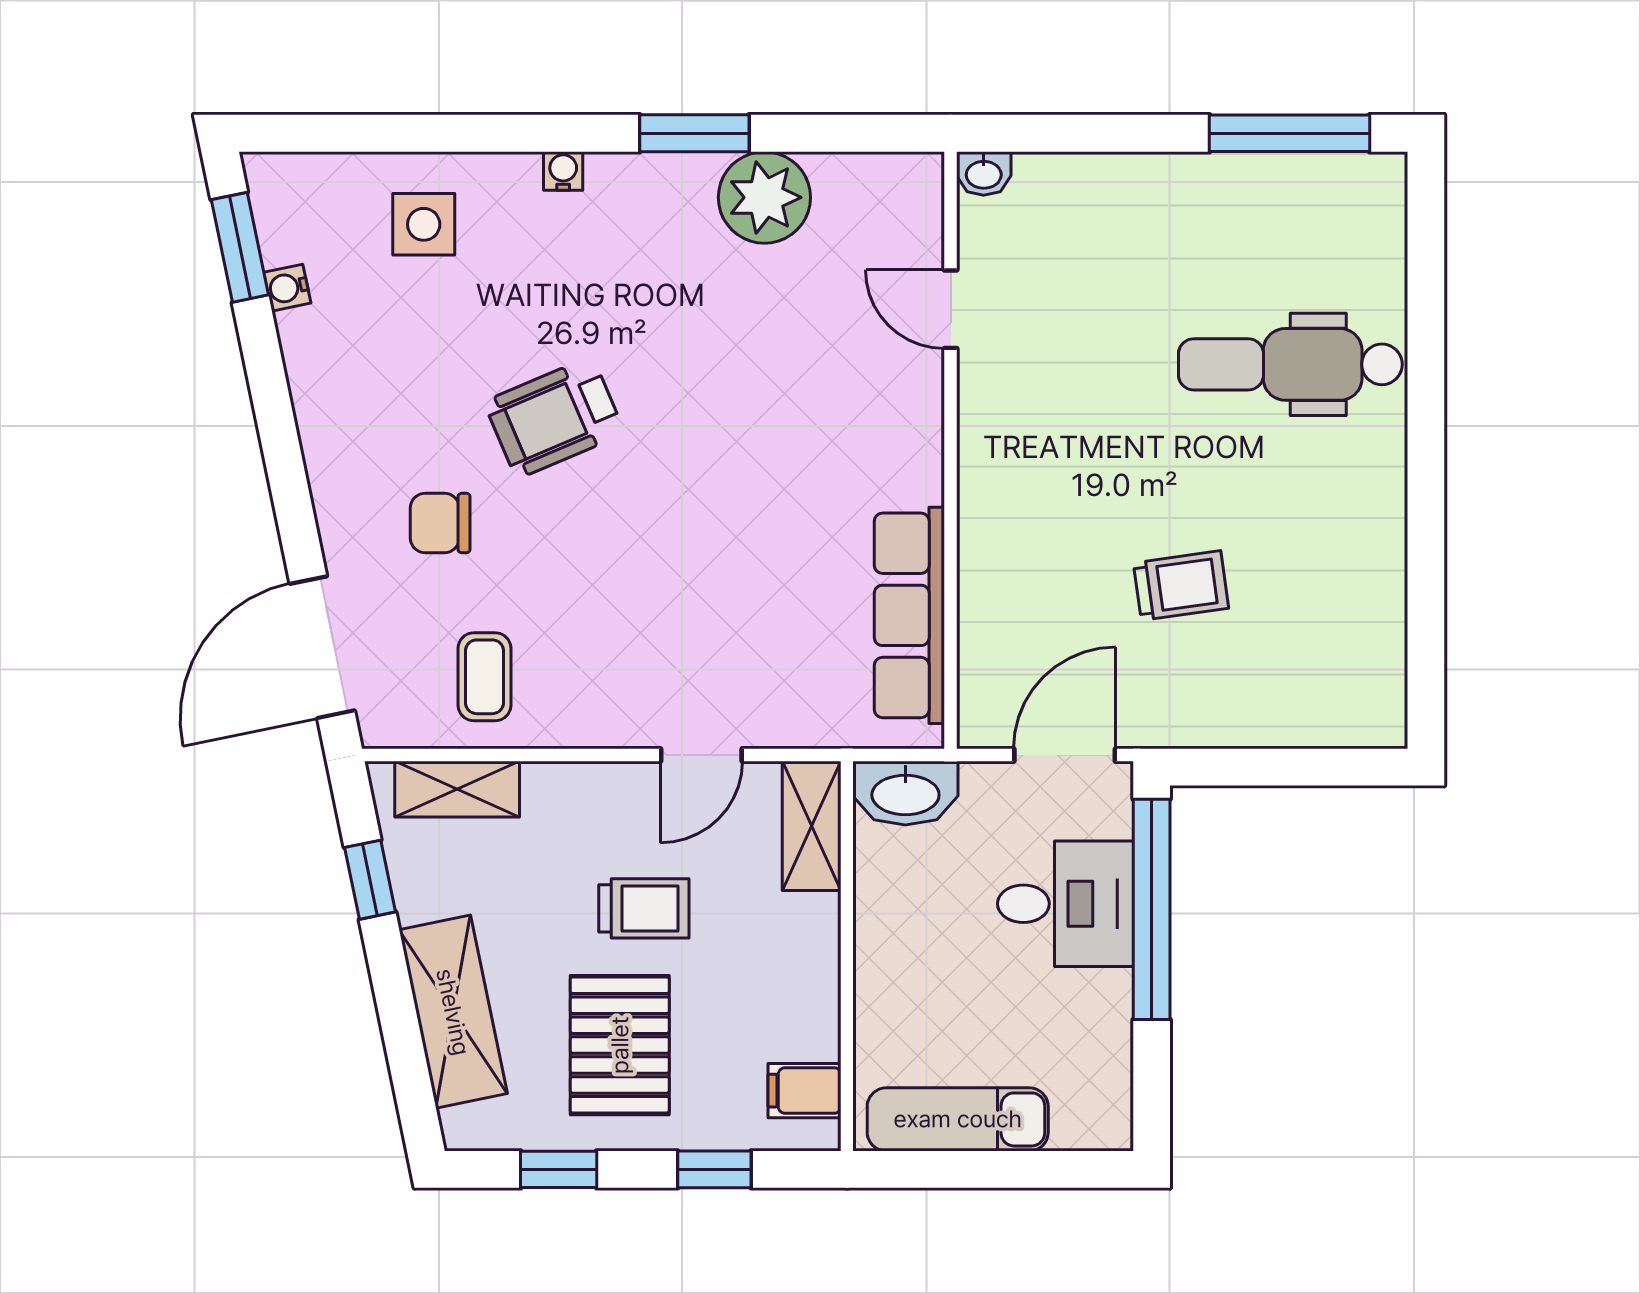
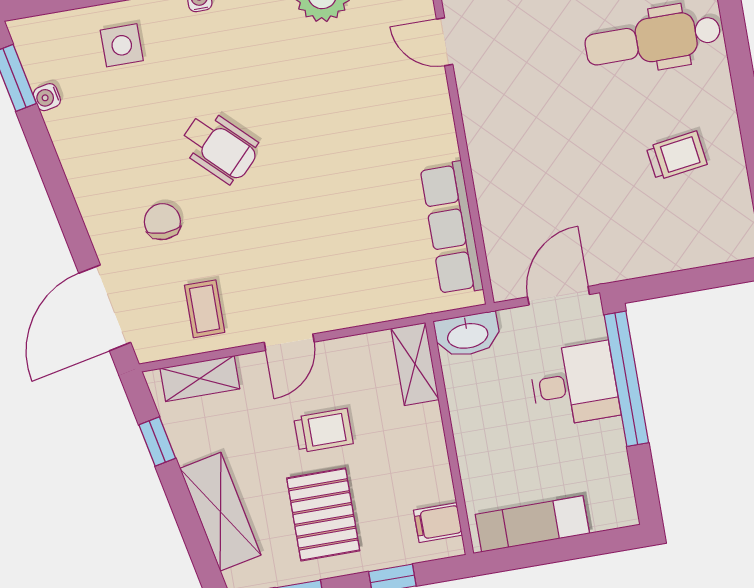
wheelchair: (554, 418) -> (220, 147), turned -113
chair: (440, 523) -> (162, 222), turned 90
trolley: (1181, 586) -> (677, 156), moved
door: (701, 755) -> (289, 342), moved

